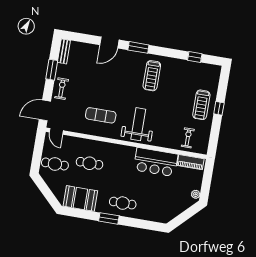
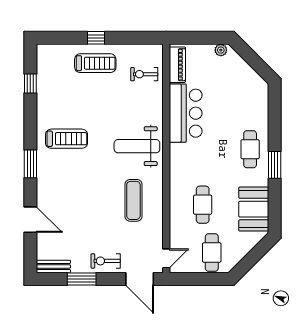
door: (109, 42) -> (30, 220), moved

